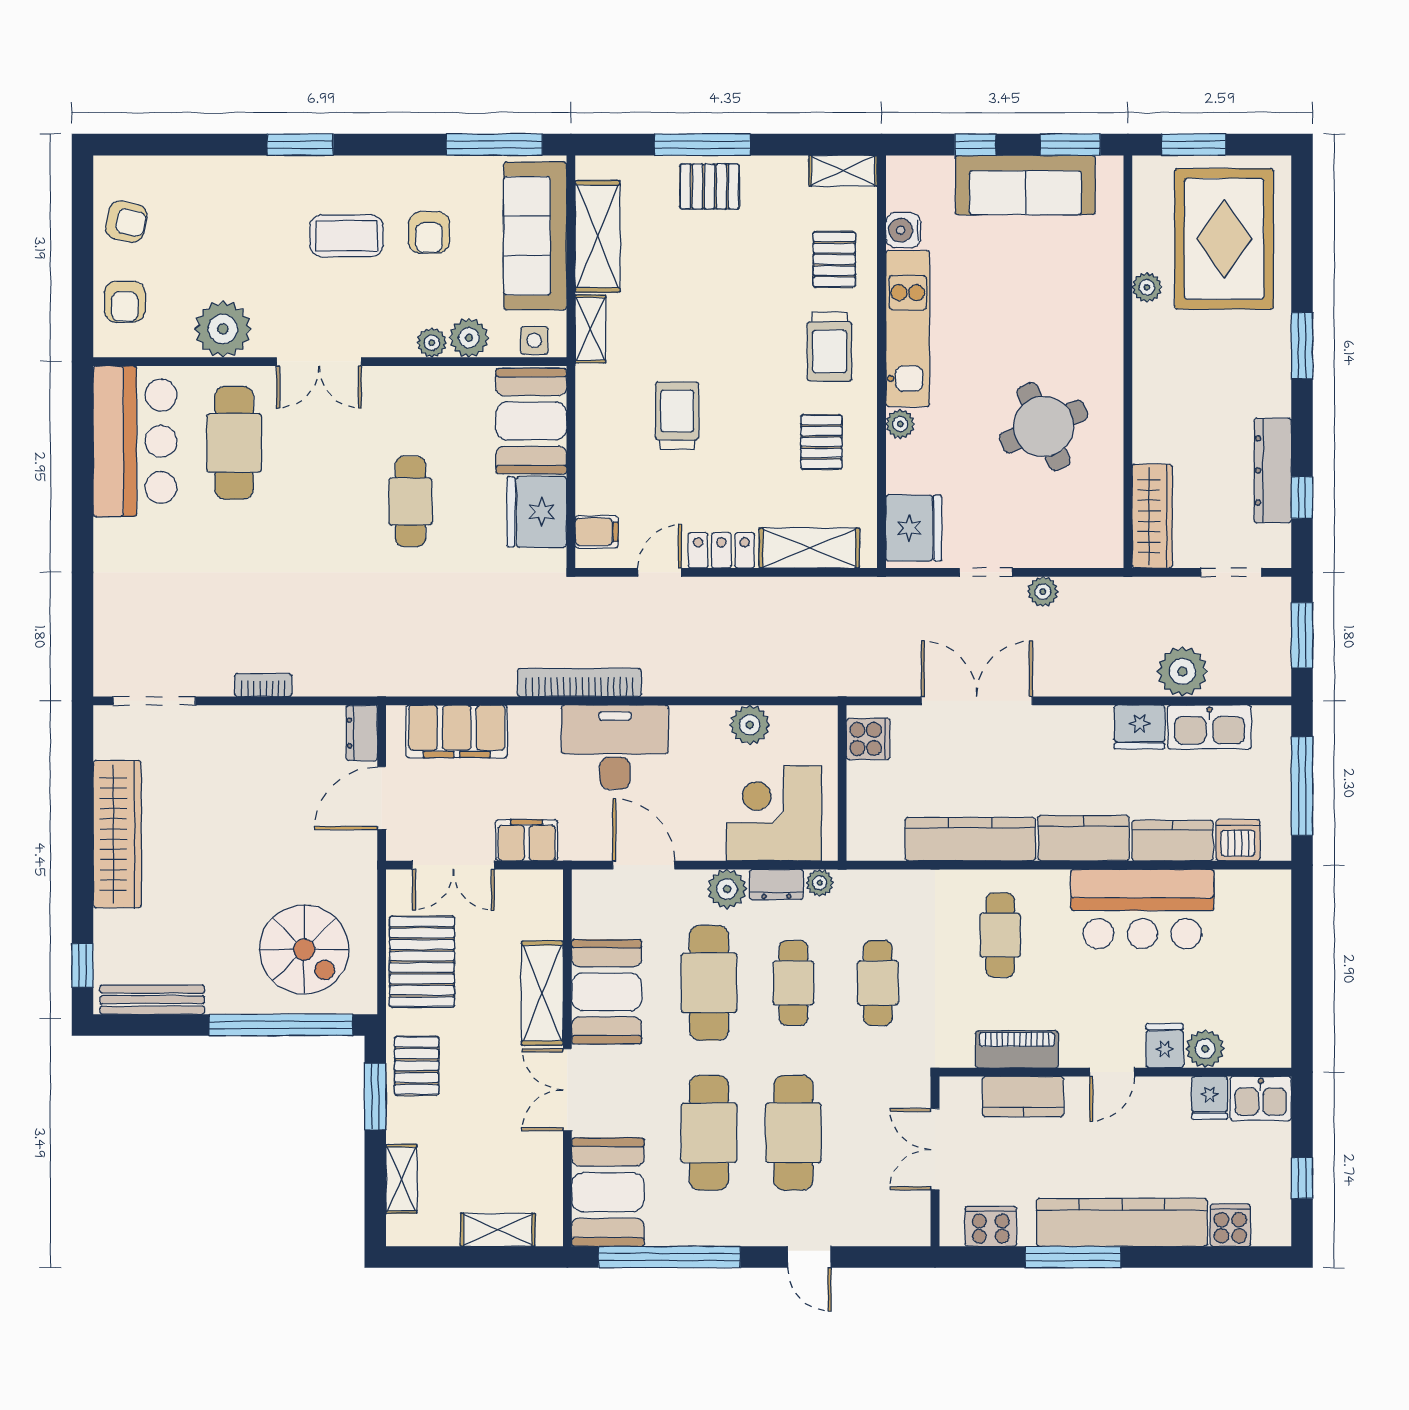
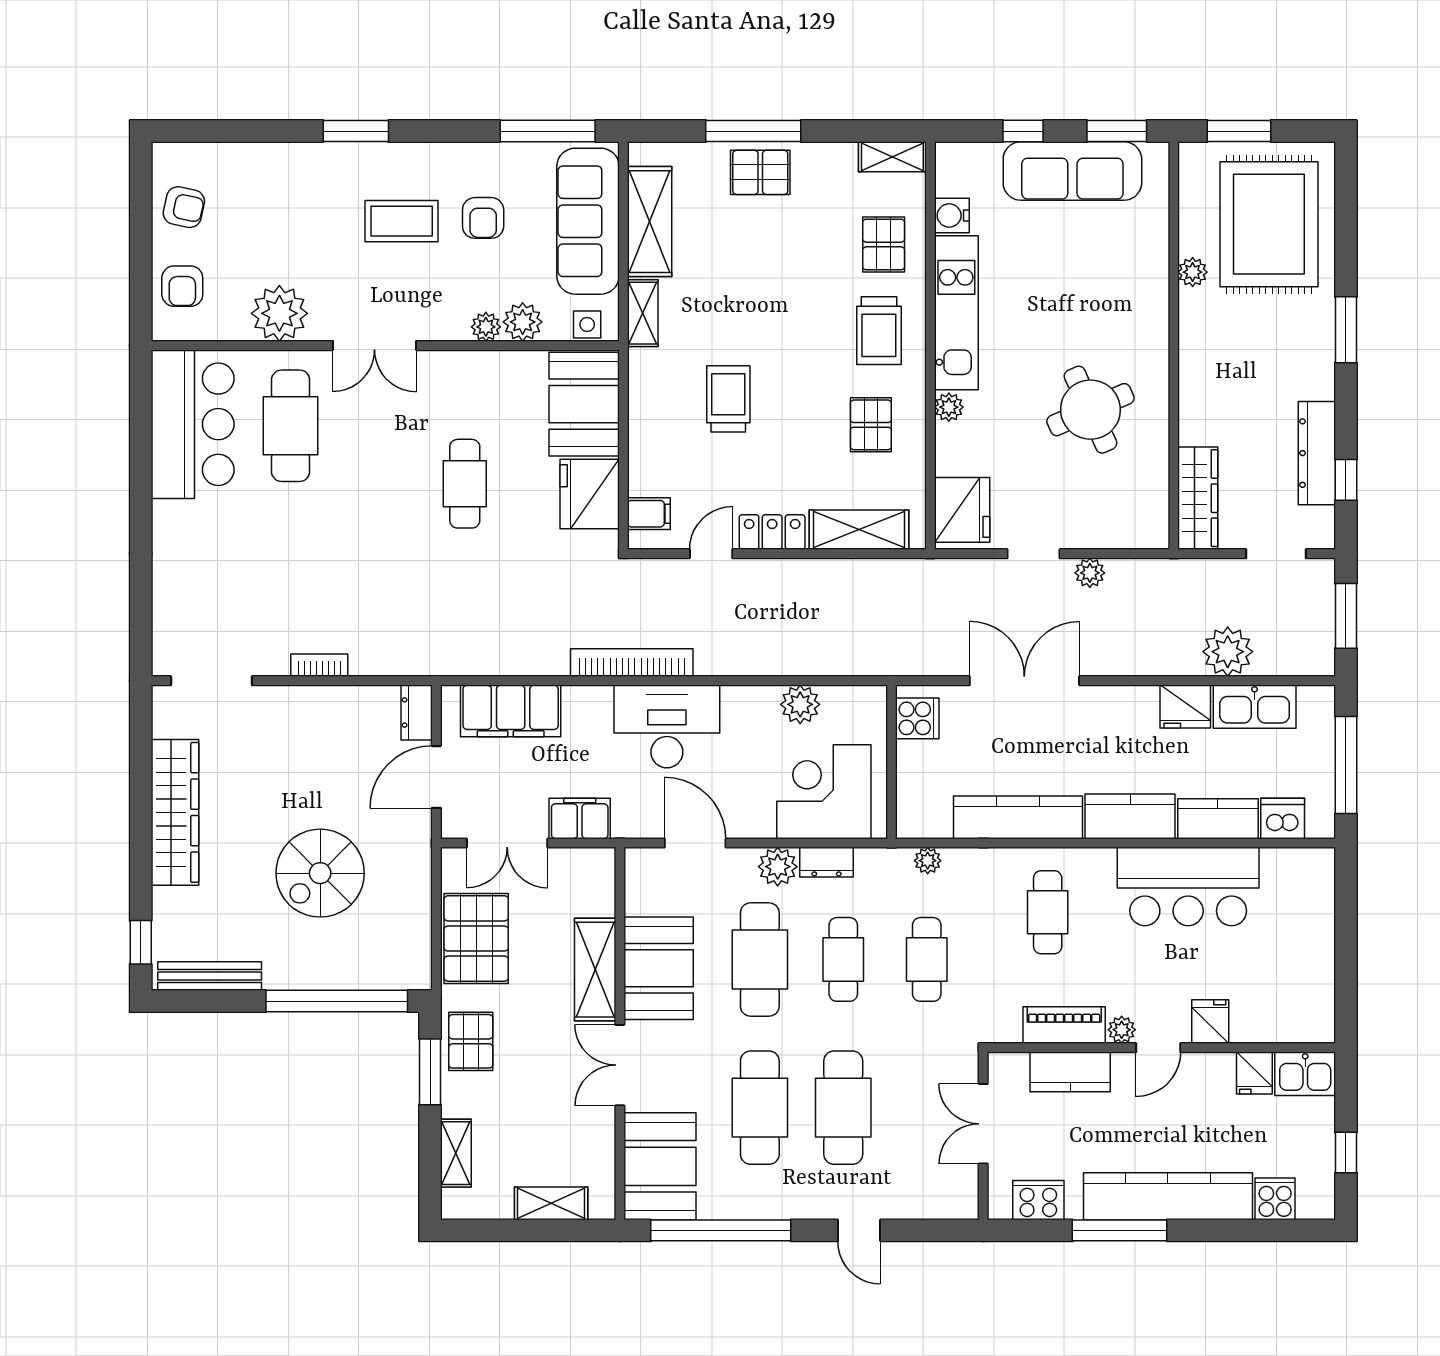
plant: (820, 883) -> (928, 861), moved
spiral stairs: (304, 949) -> (320, 873), moved, turned 90
plant: (1205, 1049) -> (1122, 1030), moved, width x0.73, depth x0.73

